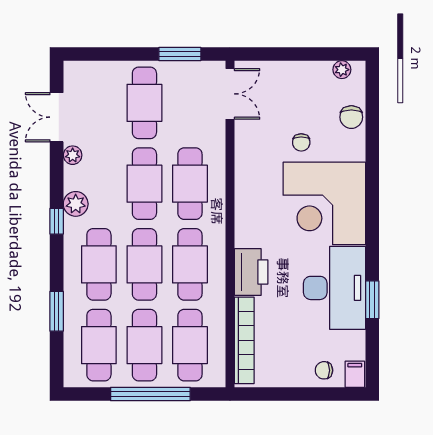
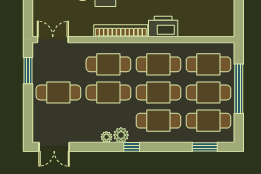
double door: (57, 117) -> (54, 147), moved
plant: (73, 155) -> (106, 137), moved
window: (57, 311) -> (205, 147), moved
bookcase: (244, 340) -> (121, 31), moved

